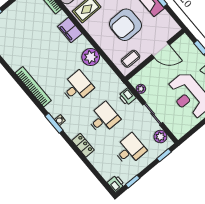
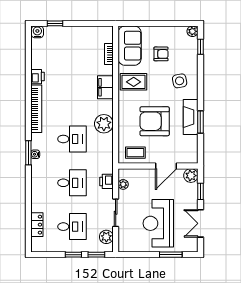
plant: (184, 42) -> (191, 176), added
door: (161, 50) -> (166, 166), hinge flipped
locker: (83, 145) -> (37, 225), moved
window: (133, 181) -> (73, 255), moved
printer: (116, 184) -> (37, 77), moved

